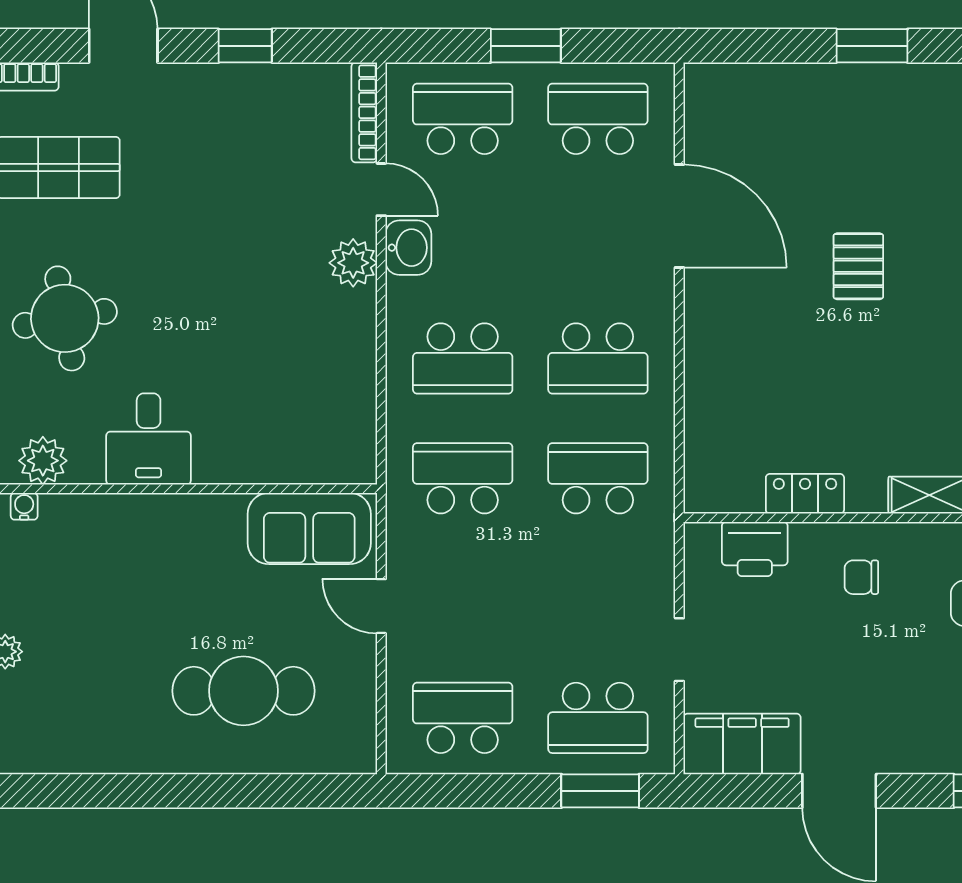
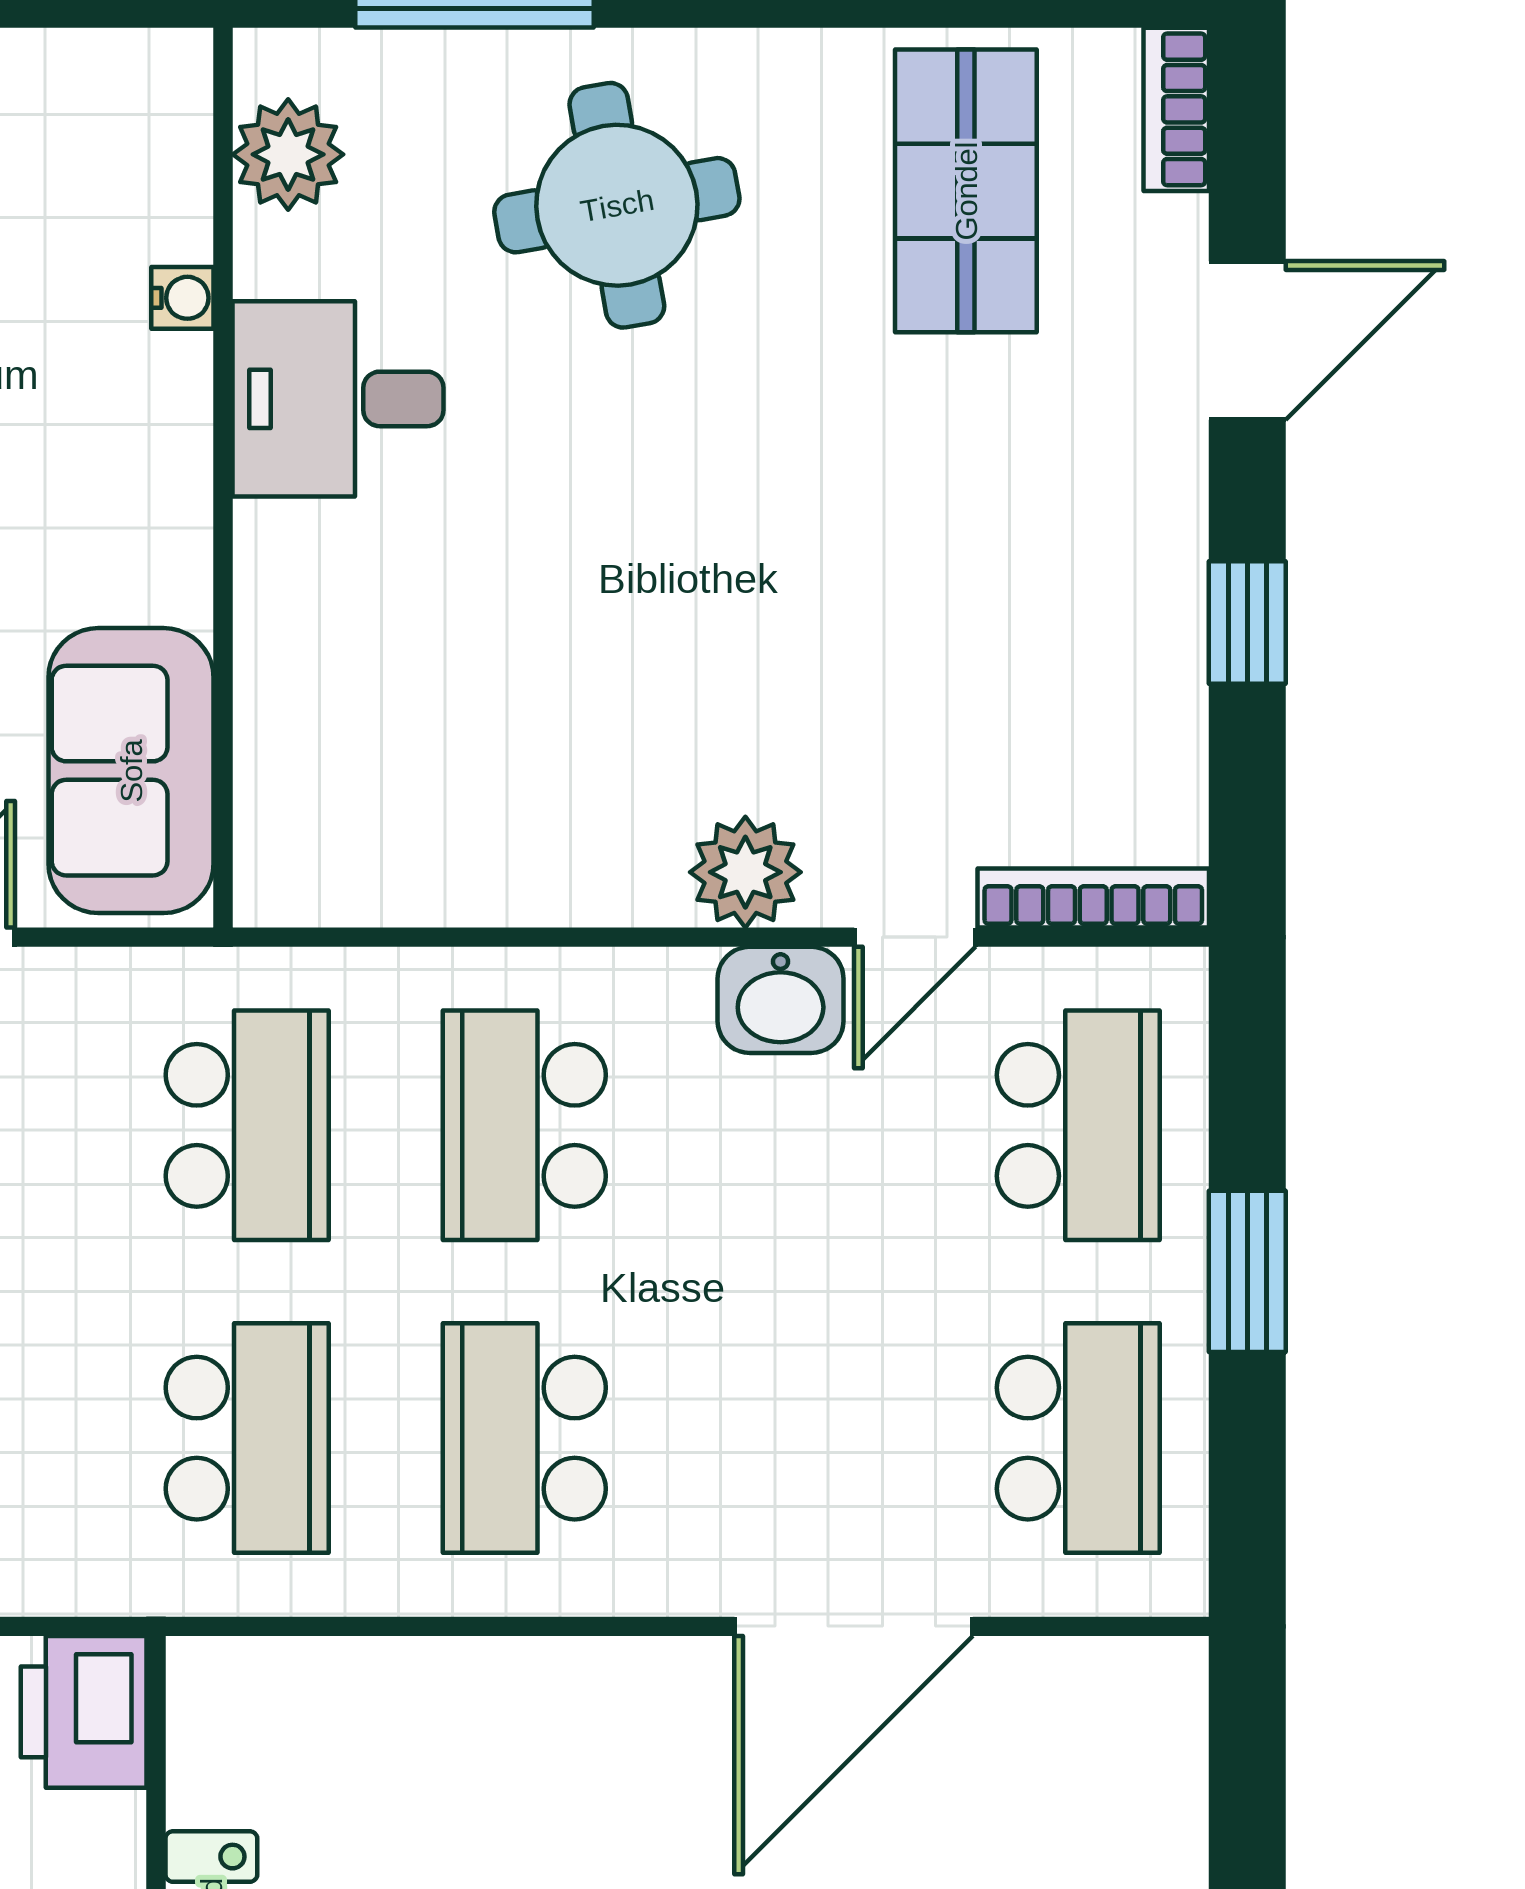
water cooler: (24, 506) -> (182, 298), moved
printer: (755, 549) -> (84, 1712), moved

